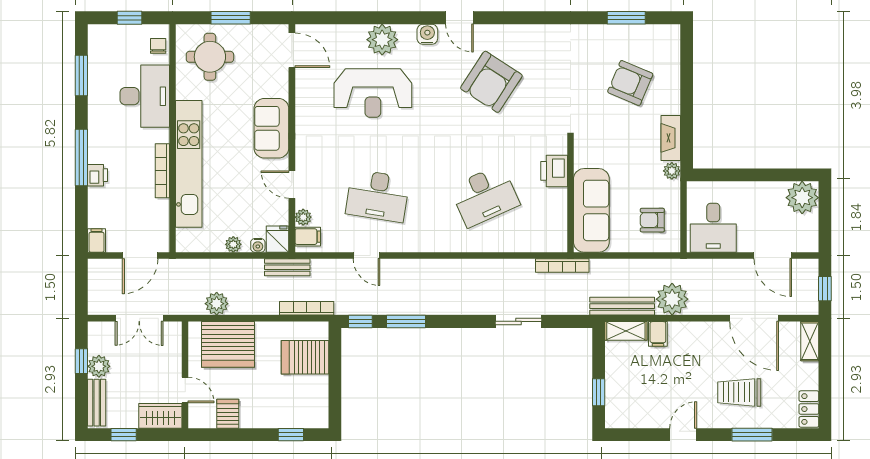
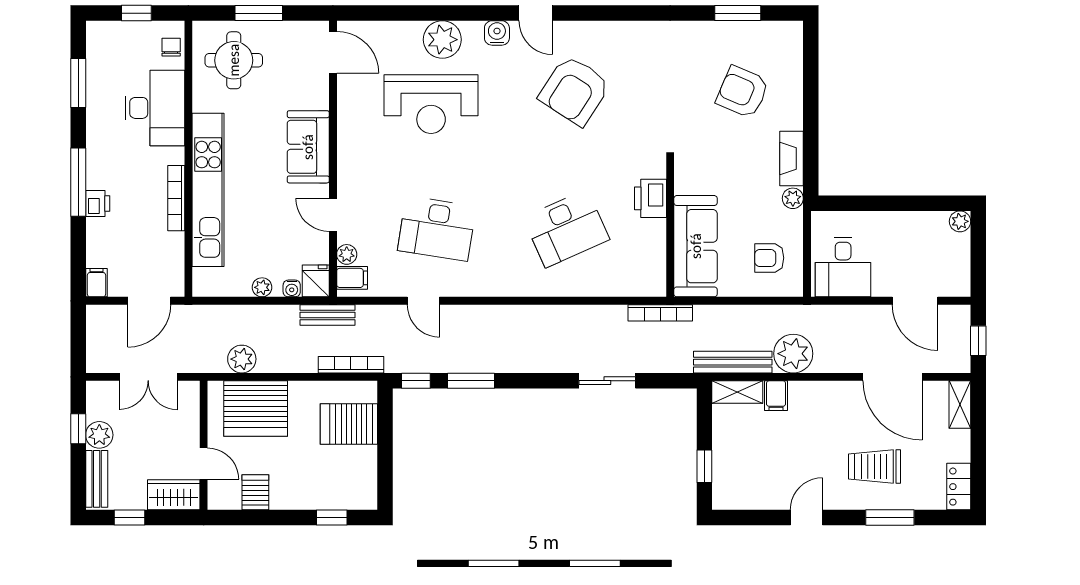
plant: (802, 198) -> (960, 221), width x0.53, depth x0.53

